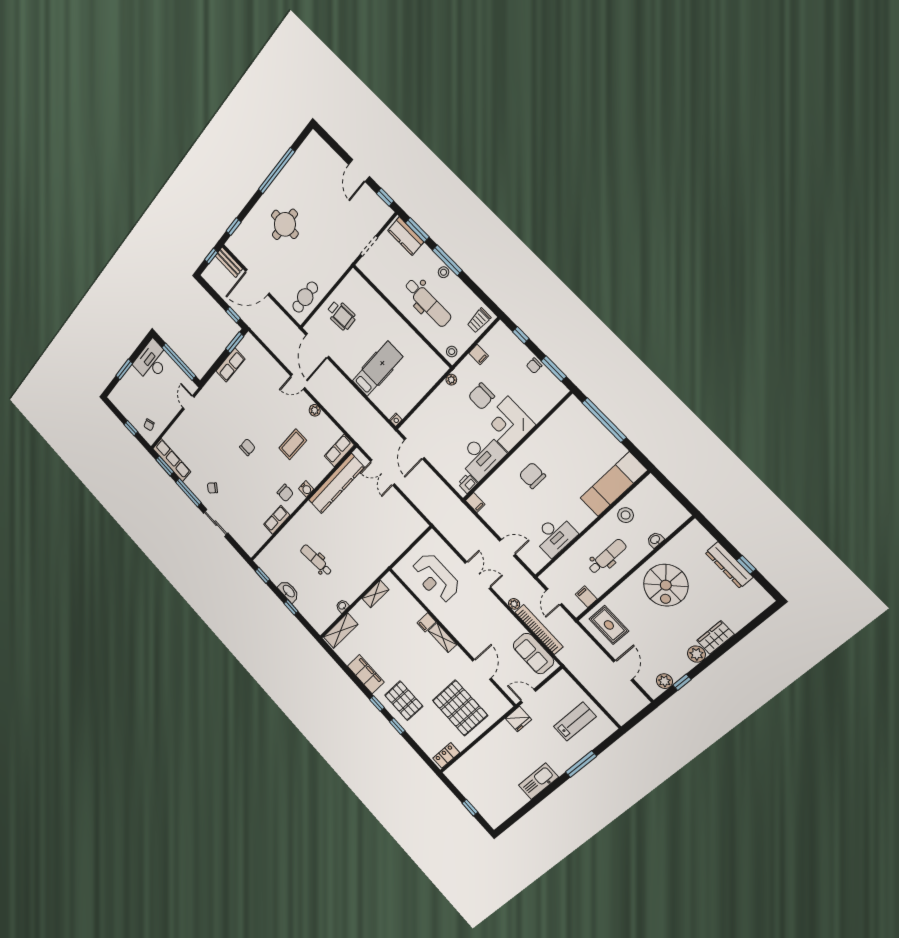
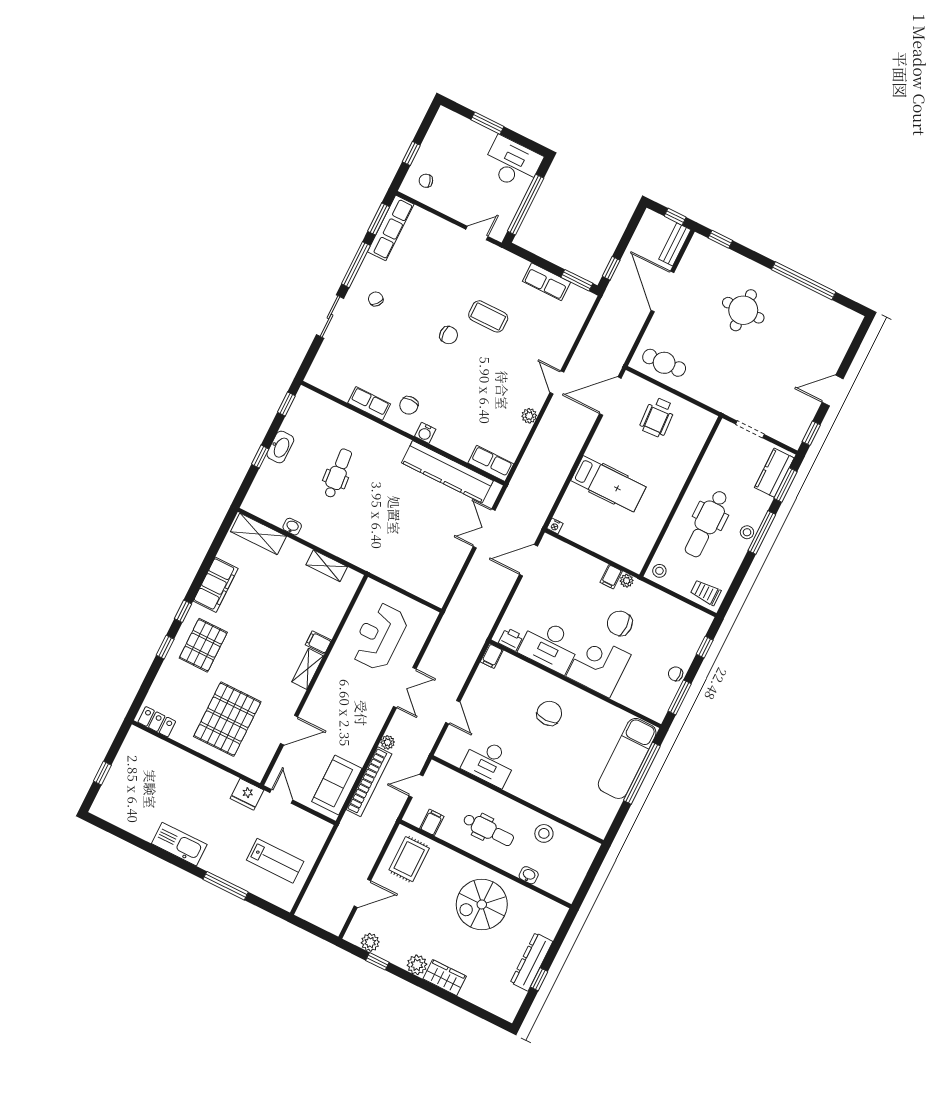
filing cabinet: (479, 354) -> (611, 577), moved
coffee table: (293, 444) -> (488, 316), moved
exam couch: (614, 484) -> (627, 758), moved, turned -90

